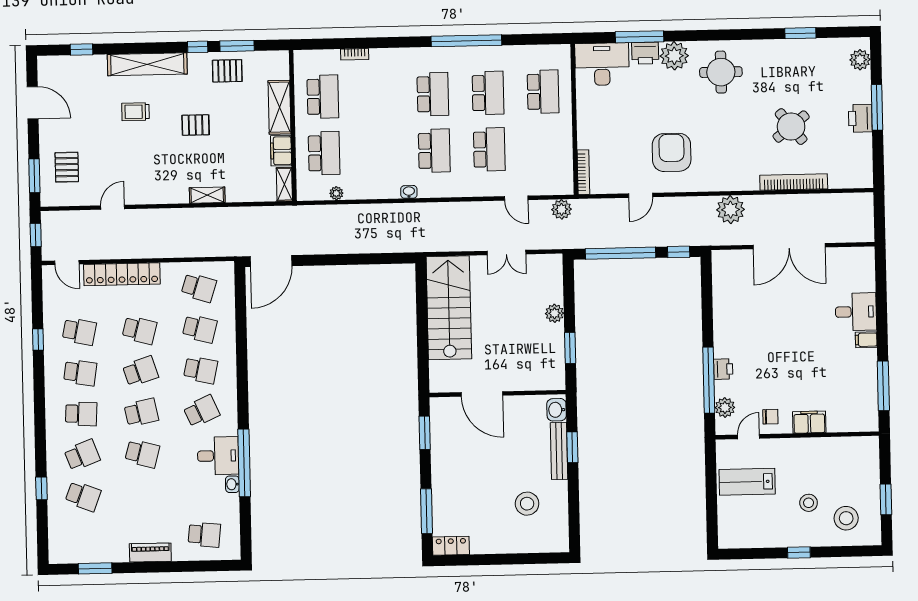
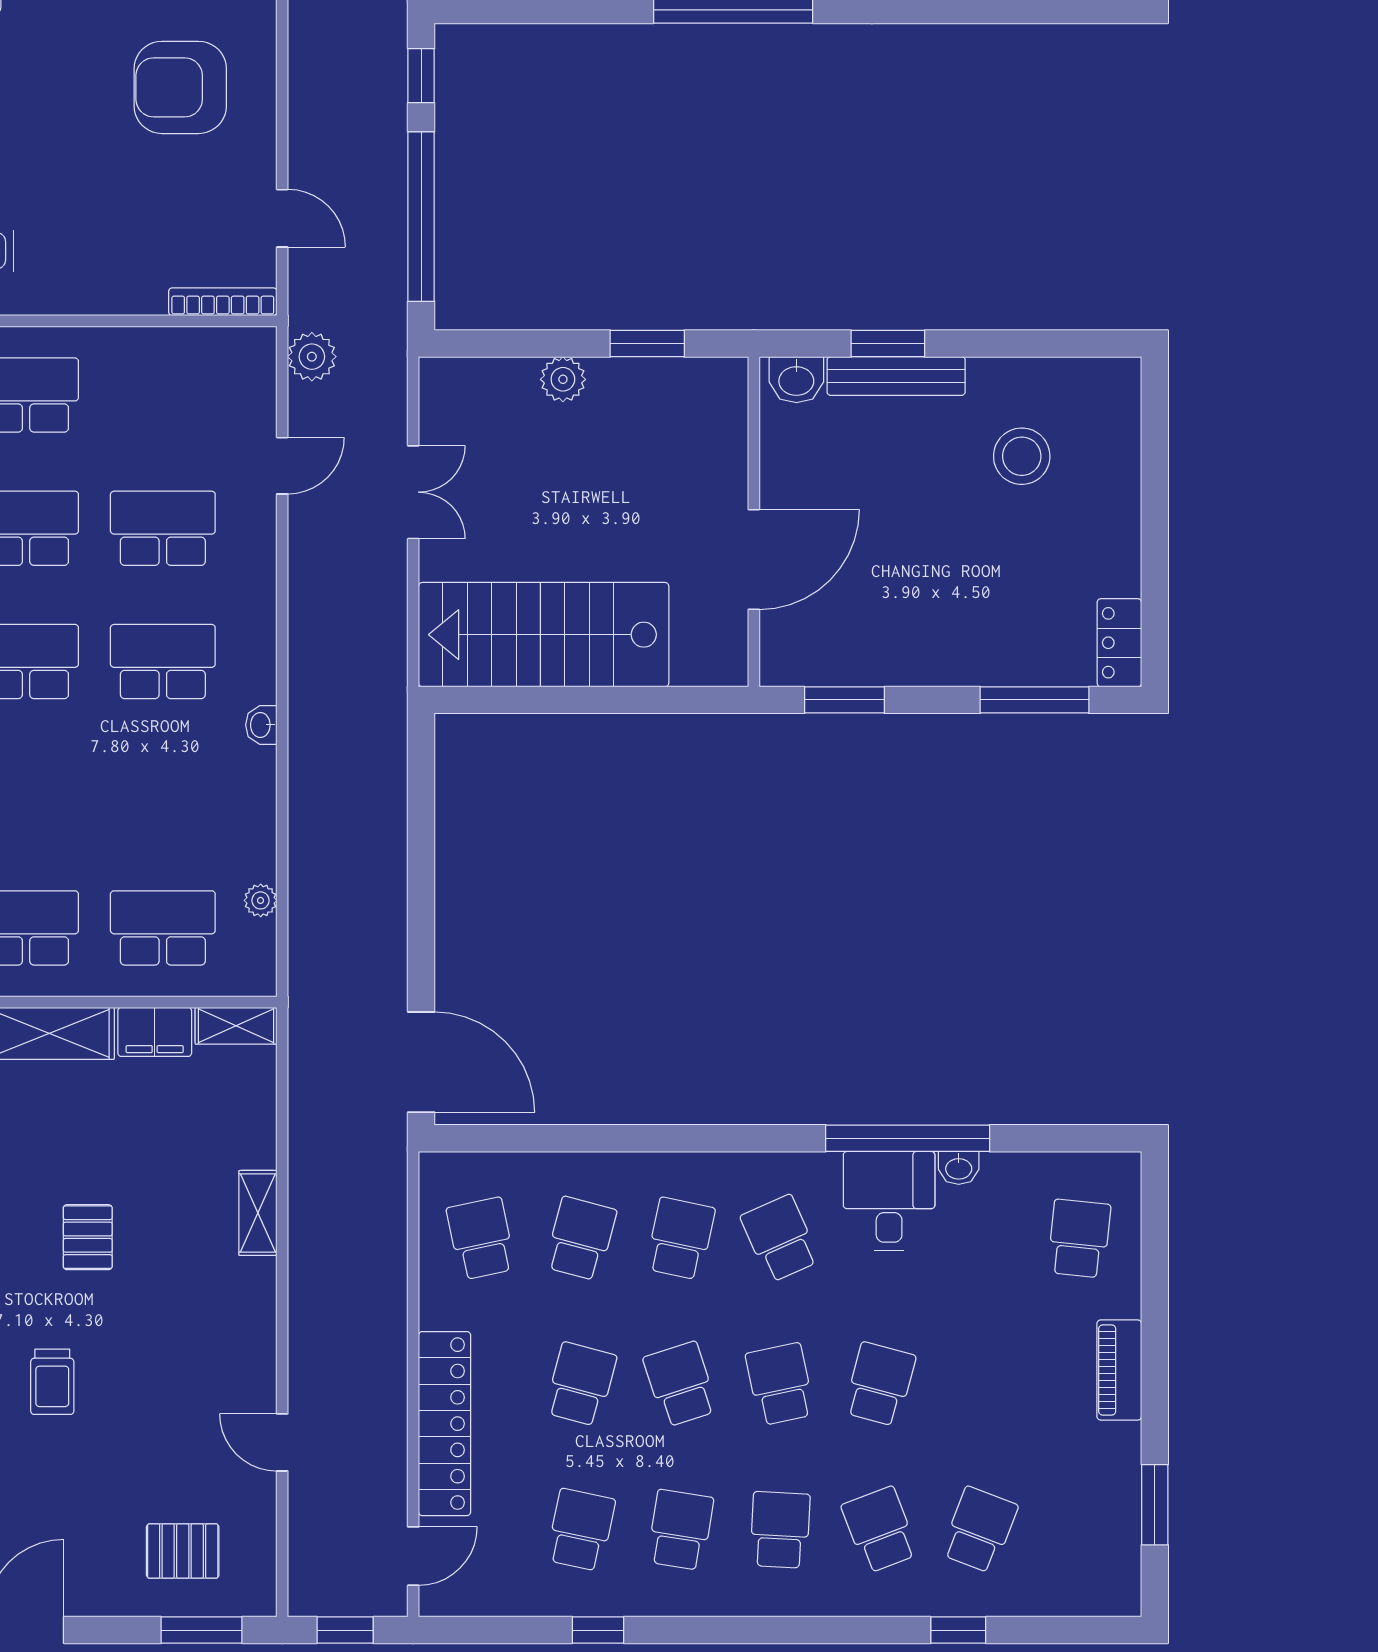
door: (641, 195) -> (282, 218), moved
school desk: (199, 288) -> (481, 1239), turned -30

